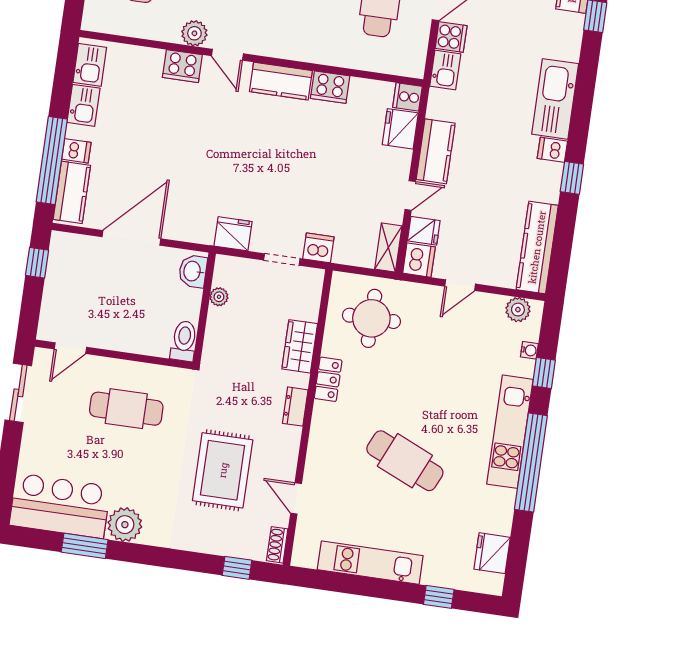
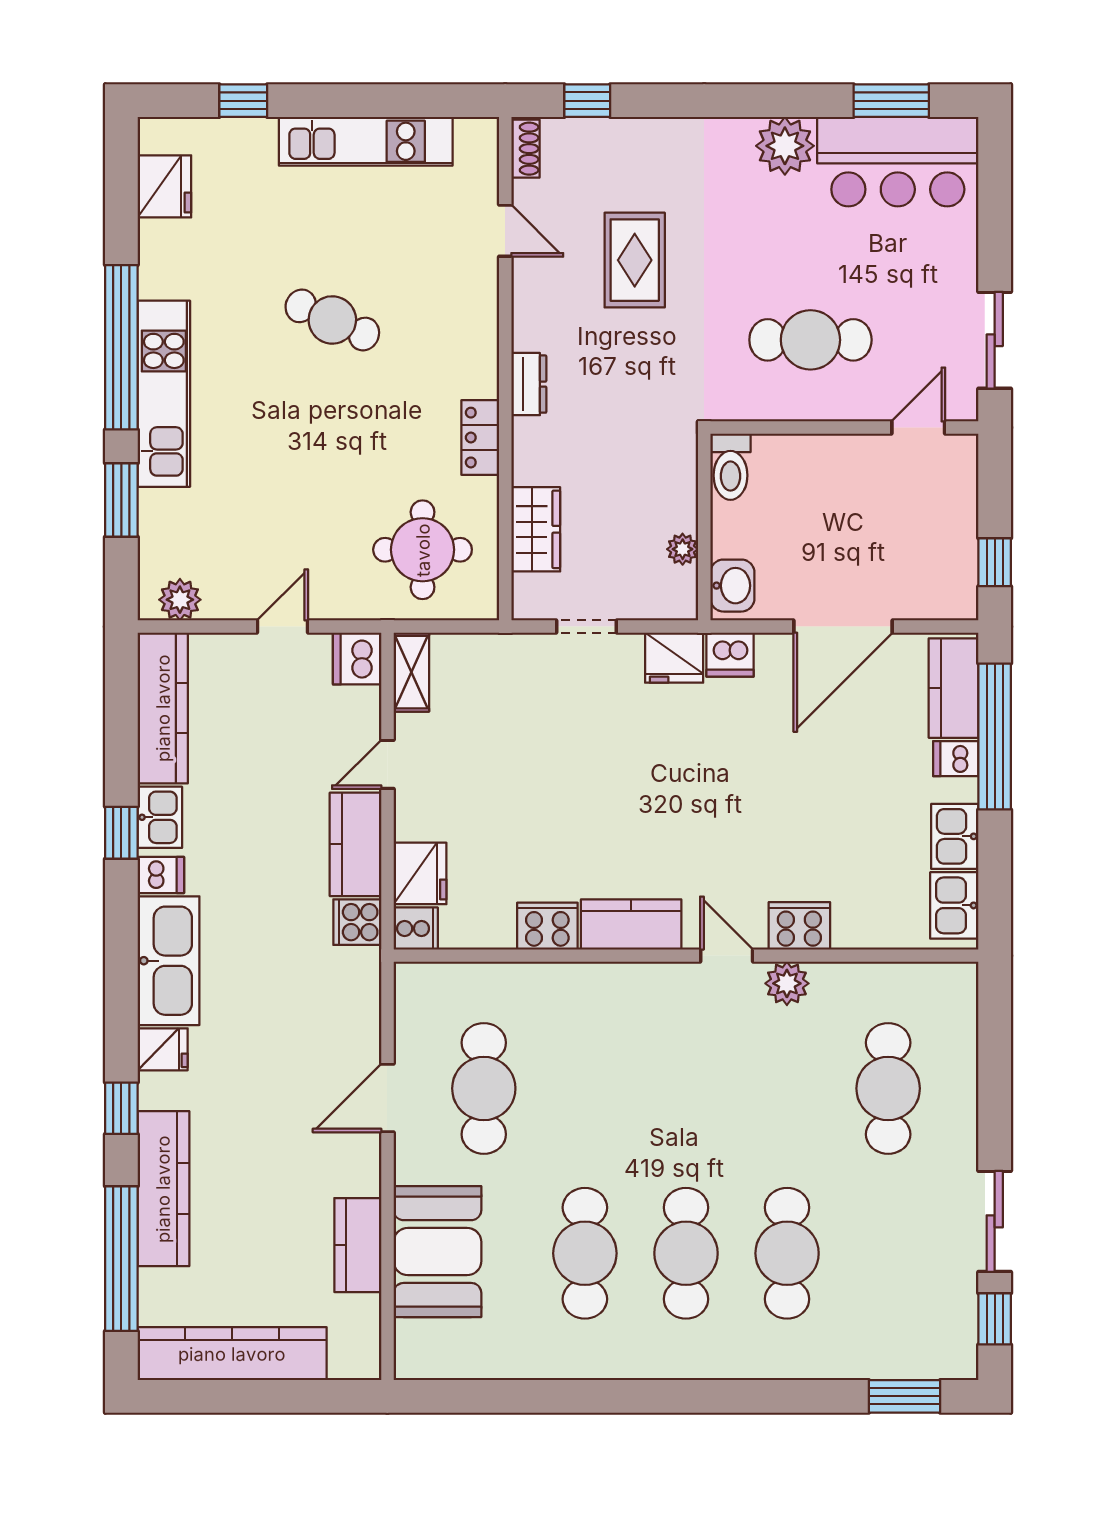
cooker: (451, 37) -> (357, 922), moved
kitchen sink: (445, 70) -> (160, 817), moved, turned 180
fridge: (424, 231) -> (163, 1049), moved, turned 180
dishwasher: (318, 248) -> (730, 655), moved
wardrobe: (300, 346) -> (536, 529), moved
water cooler: (529, 350) -> (151, 534), removed
window: (544, 373) -> (121, 500), width x1.50
cafe table: (405, 461) -> (332, 320), width x0.73, depth x0.74
rug: (223, 470) -> (635, 260), width x0.73, depth x0.70
window: (85, 546) -> (891, 101), moved

